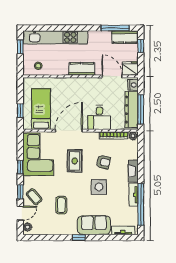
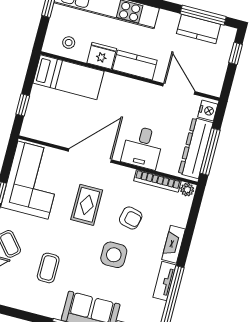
kitchen counter: (125, 37) -> (199, 29), moved
fridge: (130, 68) -> (102, 56), moved
bed: (41, 109) -> (68, 77), moved, turned 90

